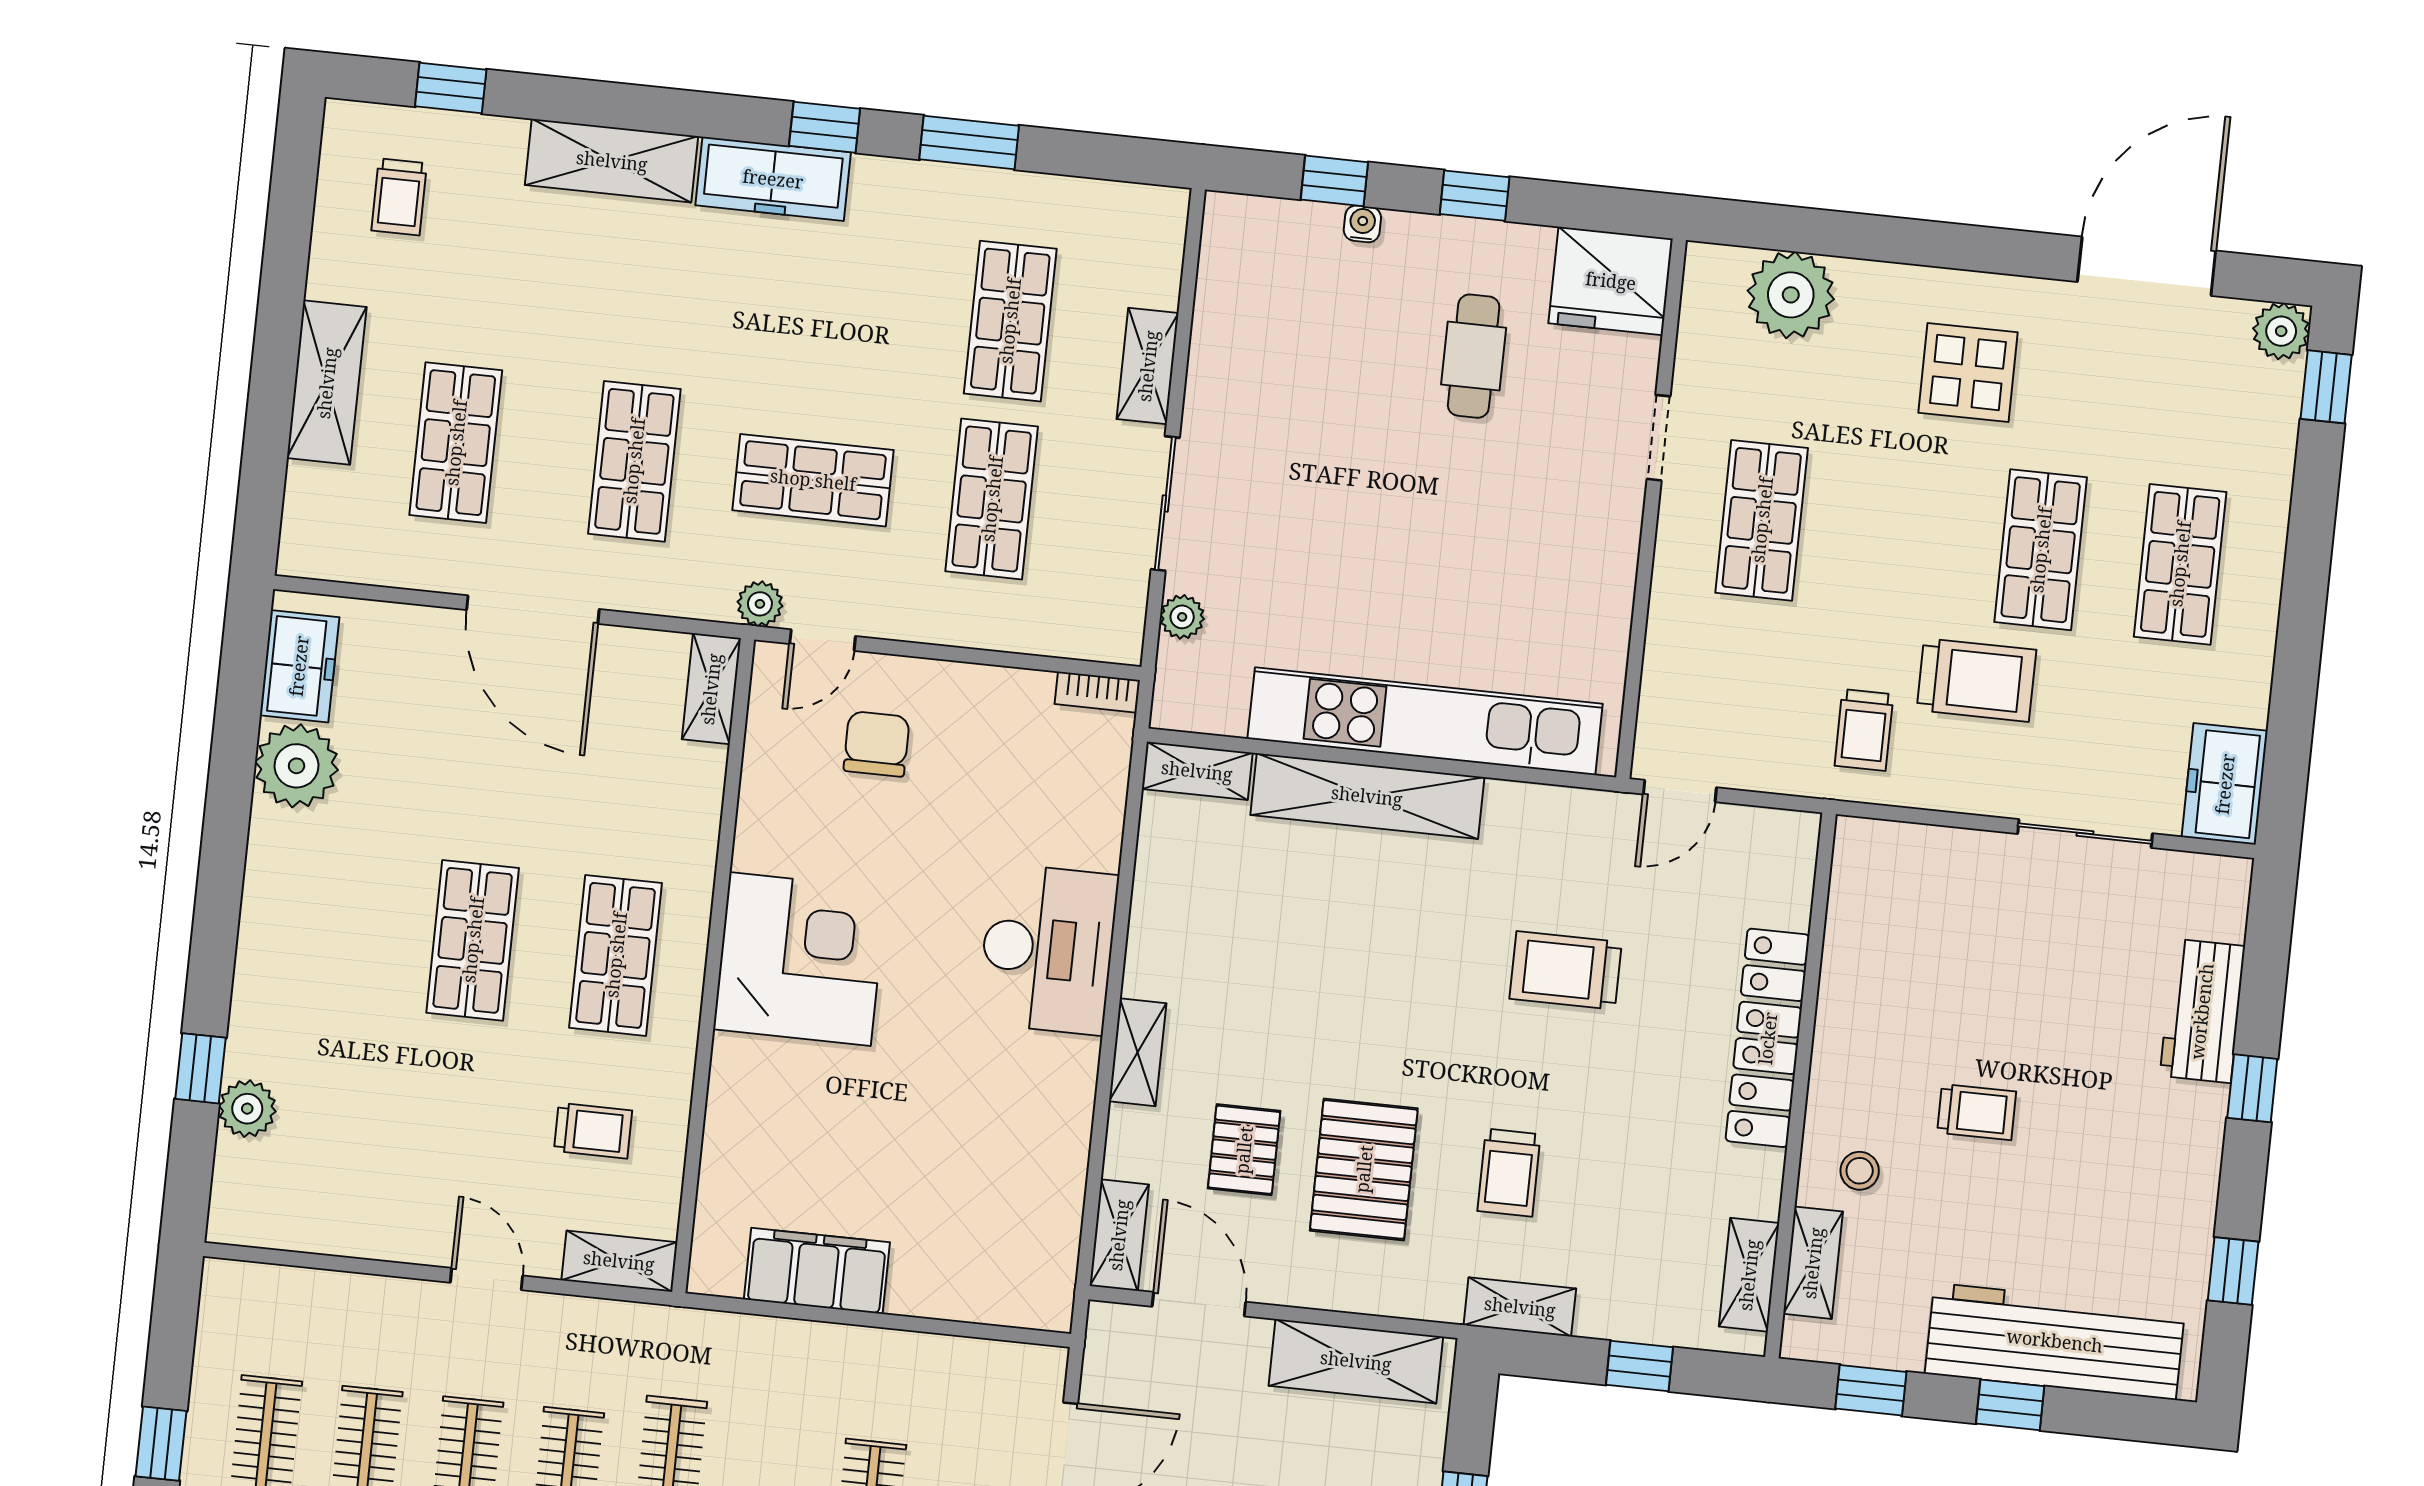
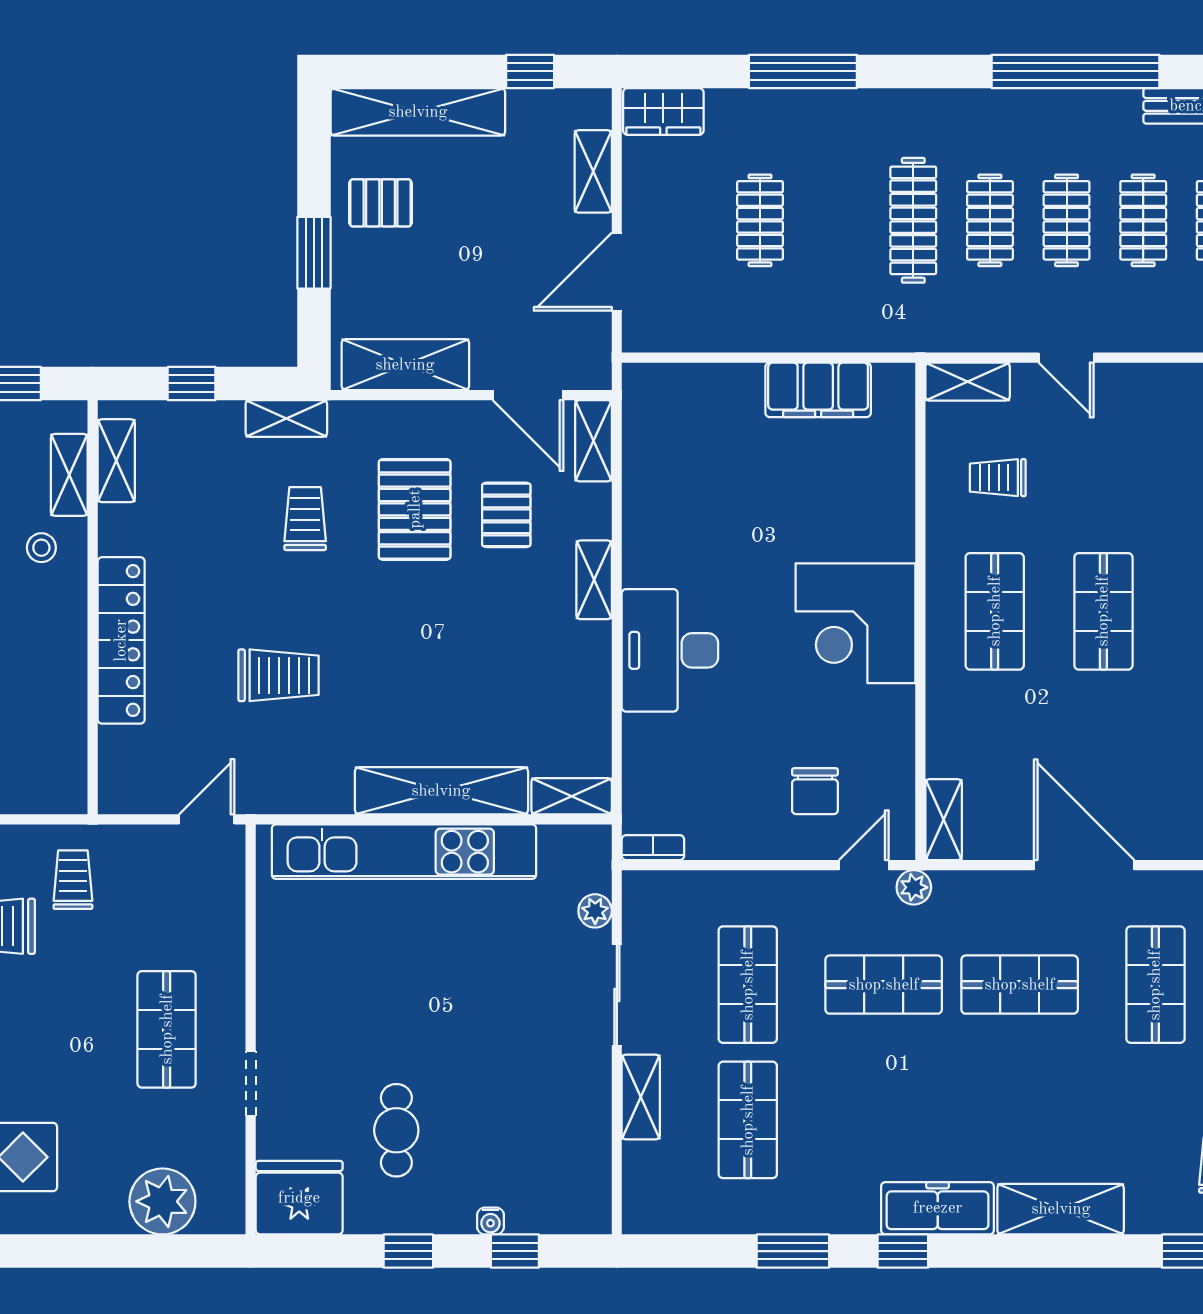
shop shelf: (634, 461) -> (1020, 985), turned 90

